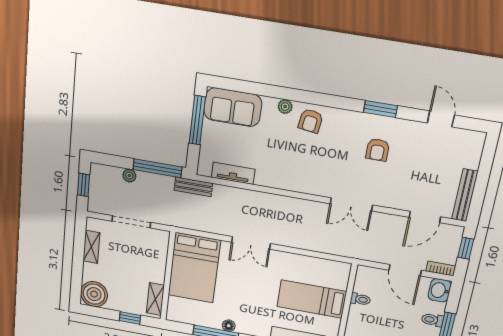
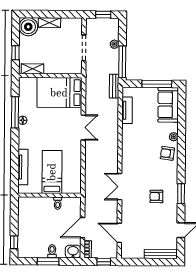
bench: (465, 195) -> (161, 254), moved
double door: (251, 243) -> (83, 127), swing flipped
shelving: (91, 247) -> (49, 23), moved

